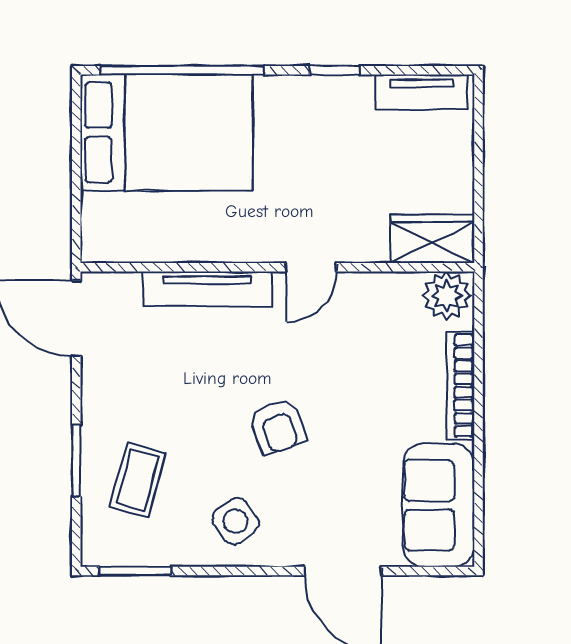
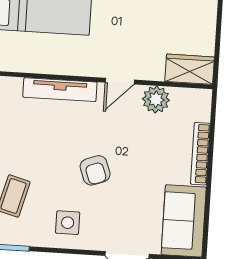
plant: (447, 296) -> (156, 99), moved
side table: (235, 521) -> (68, 223), turned 36

